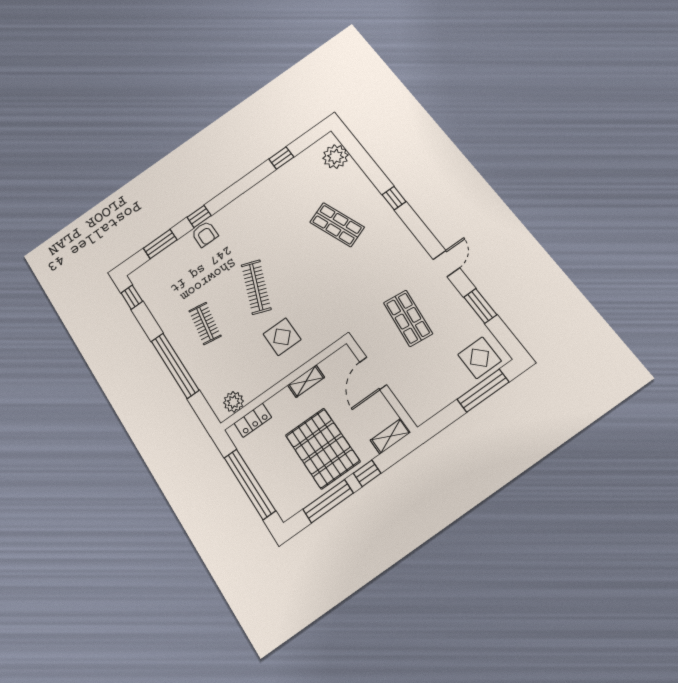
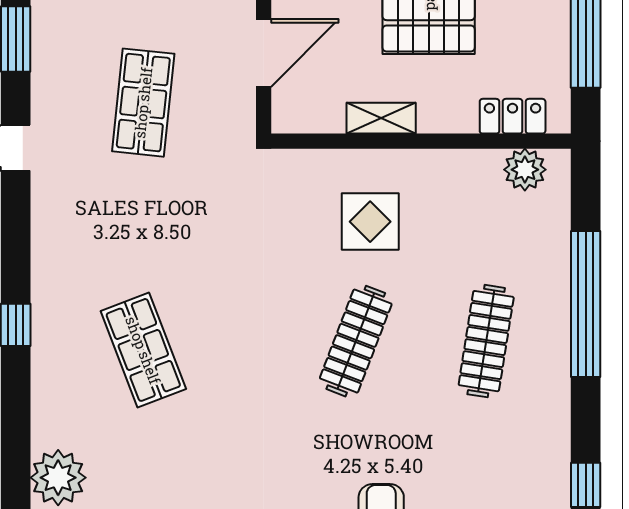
clothes rail: (205, 323) -> (486, 341), width x1.36

